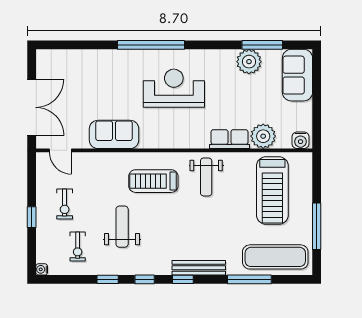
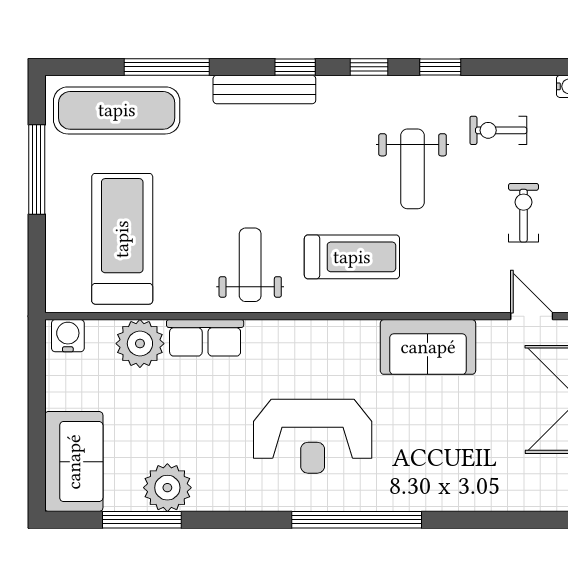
exercise bike: (78, 247) -> (498, 130), turned -90

